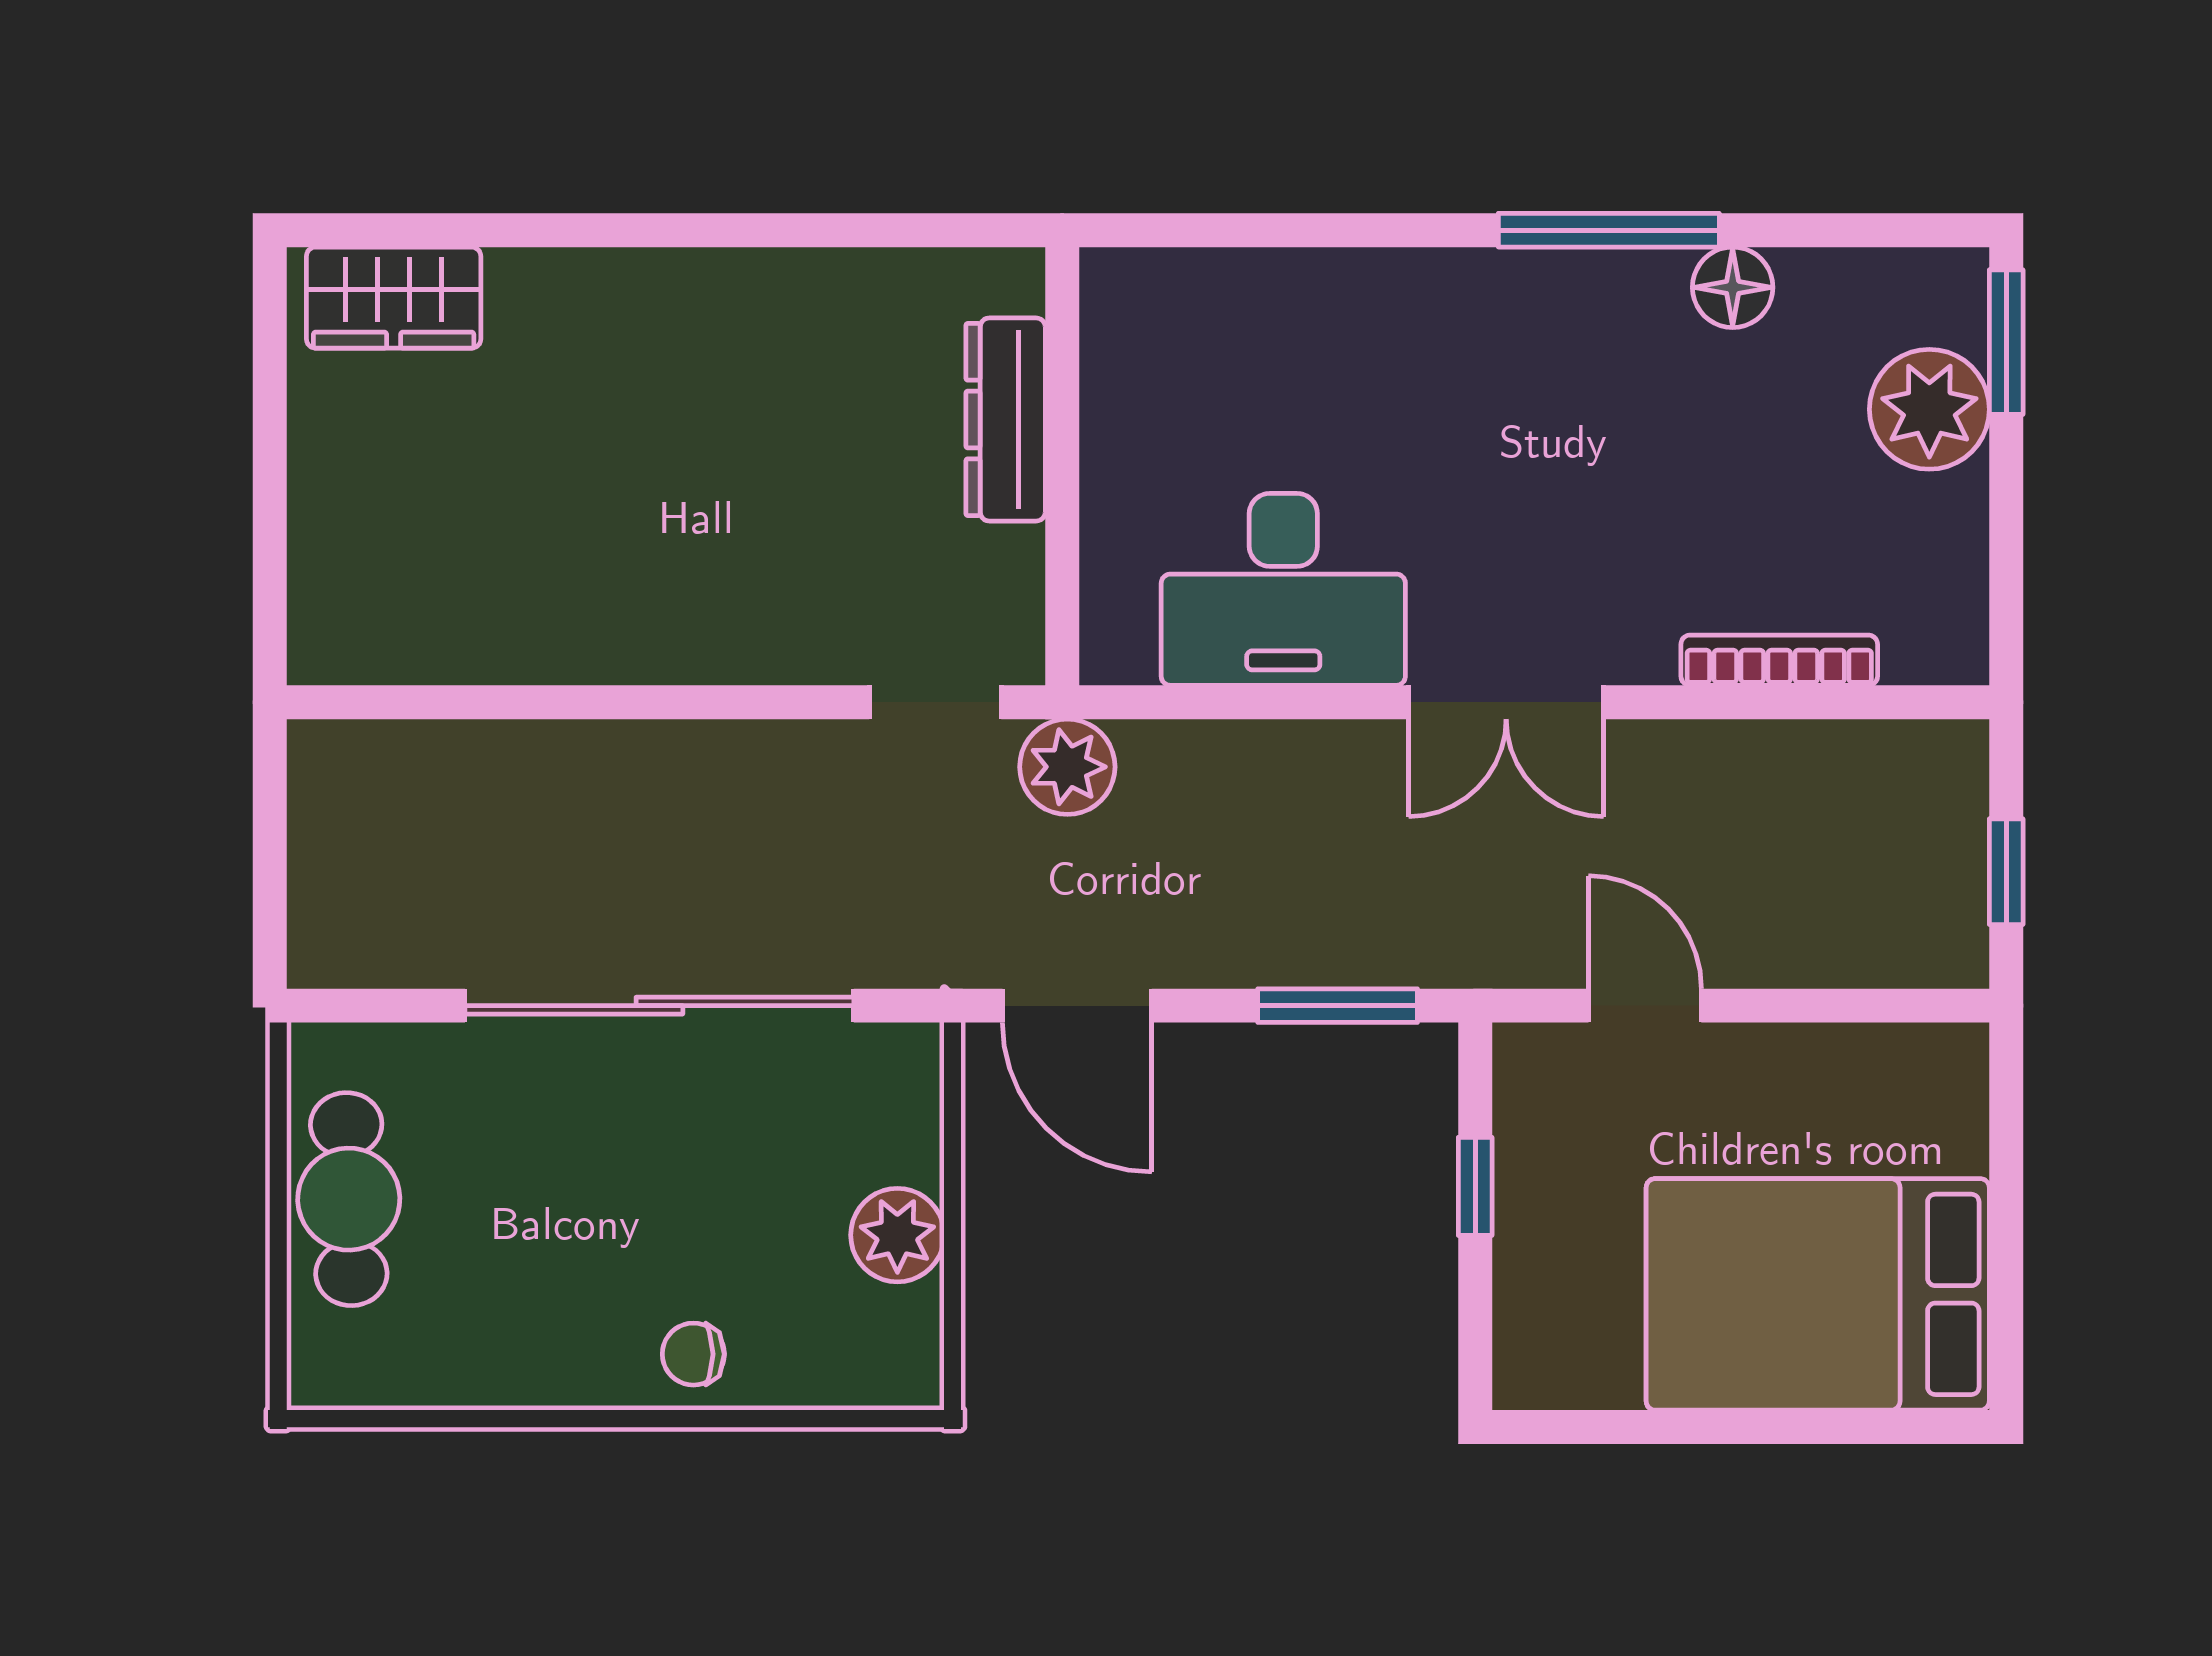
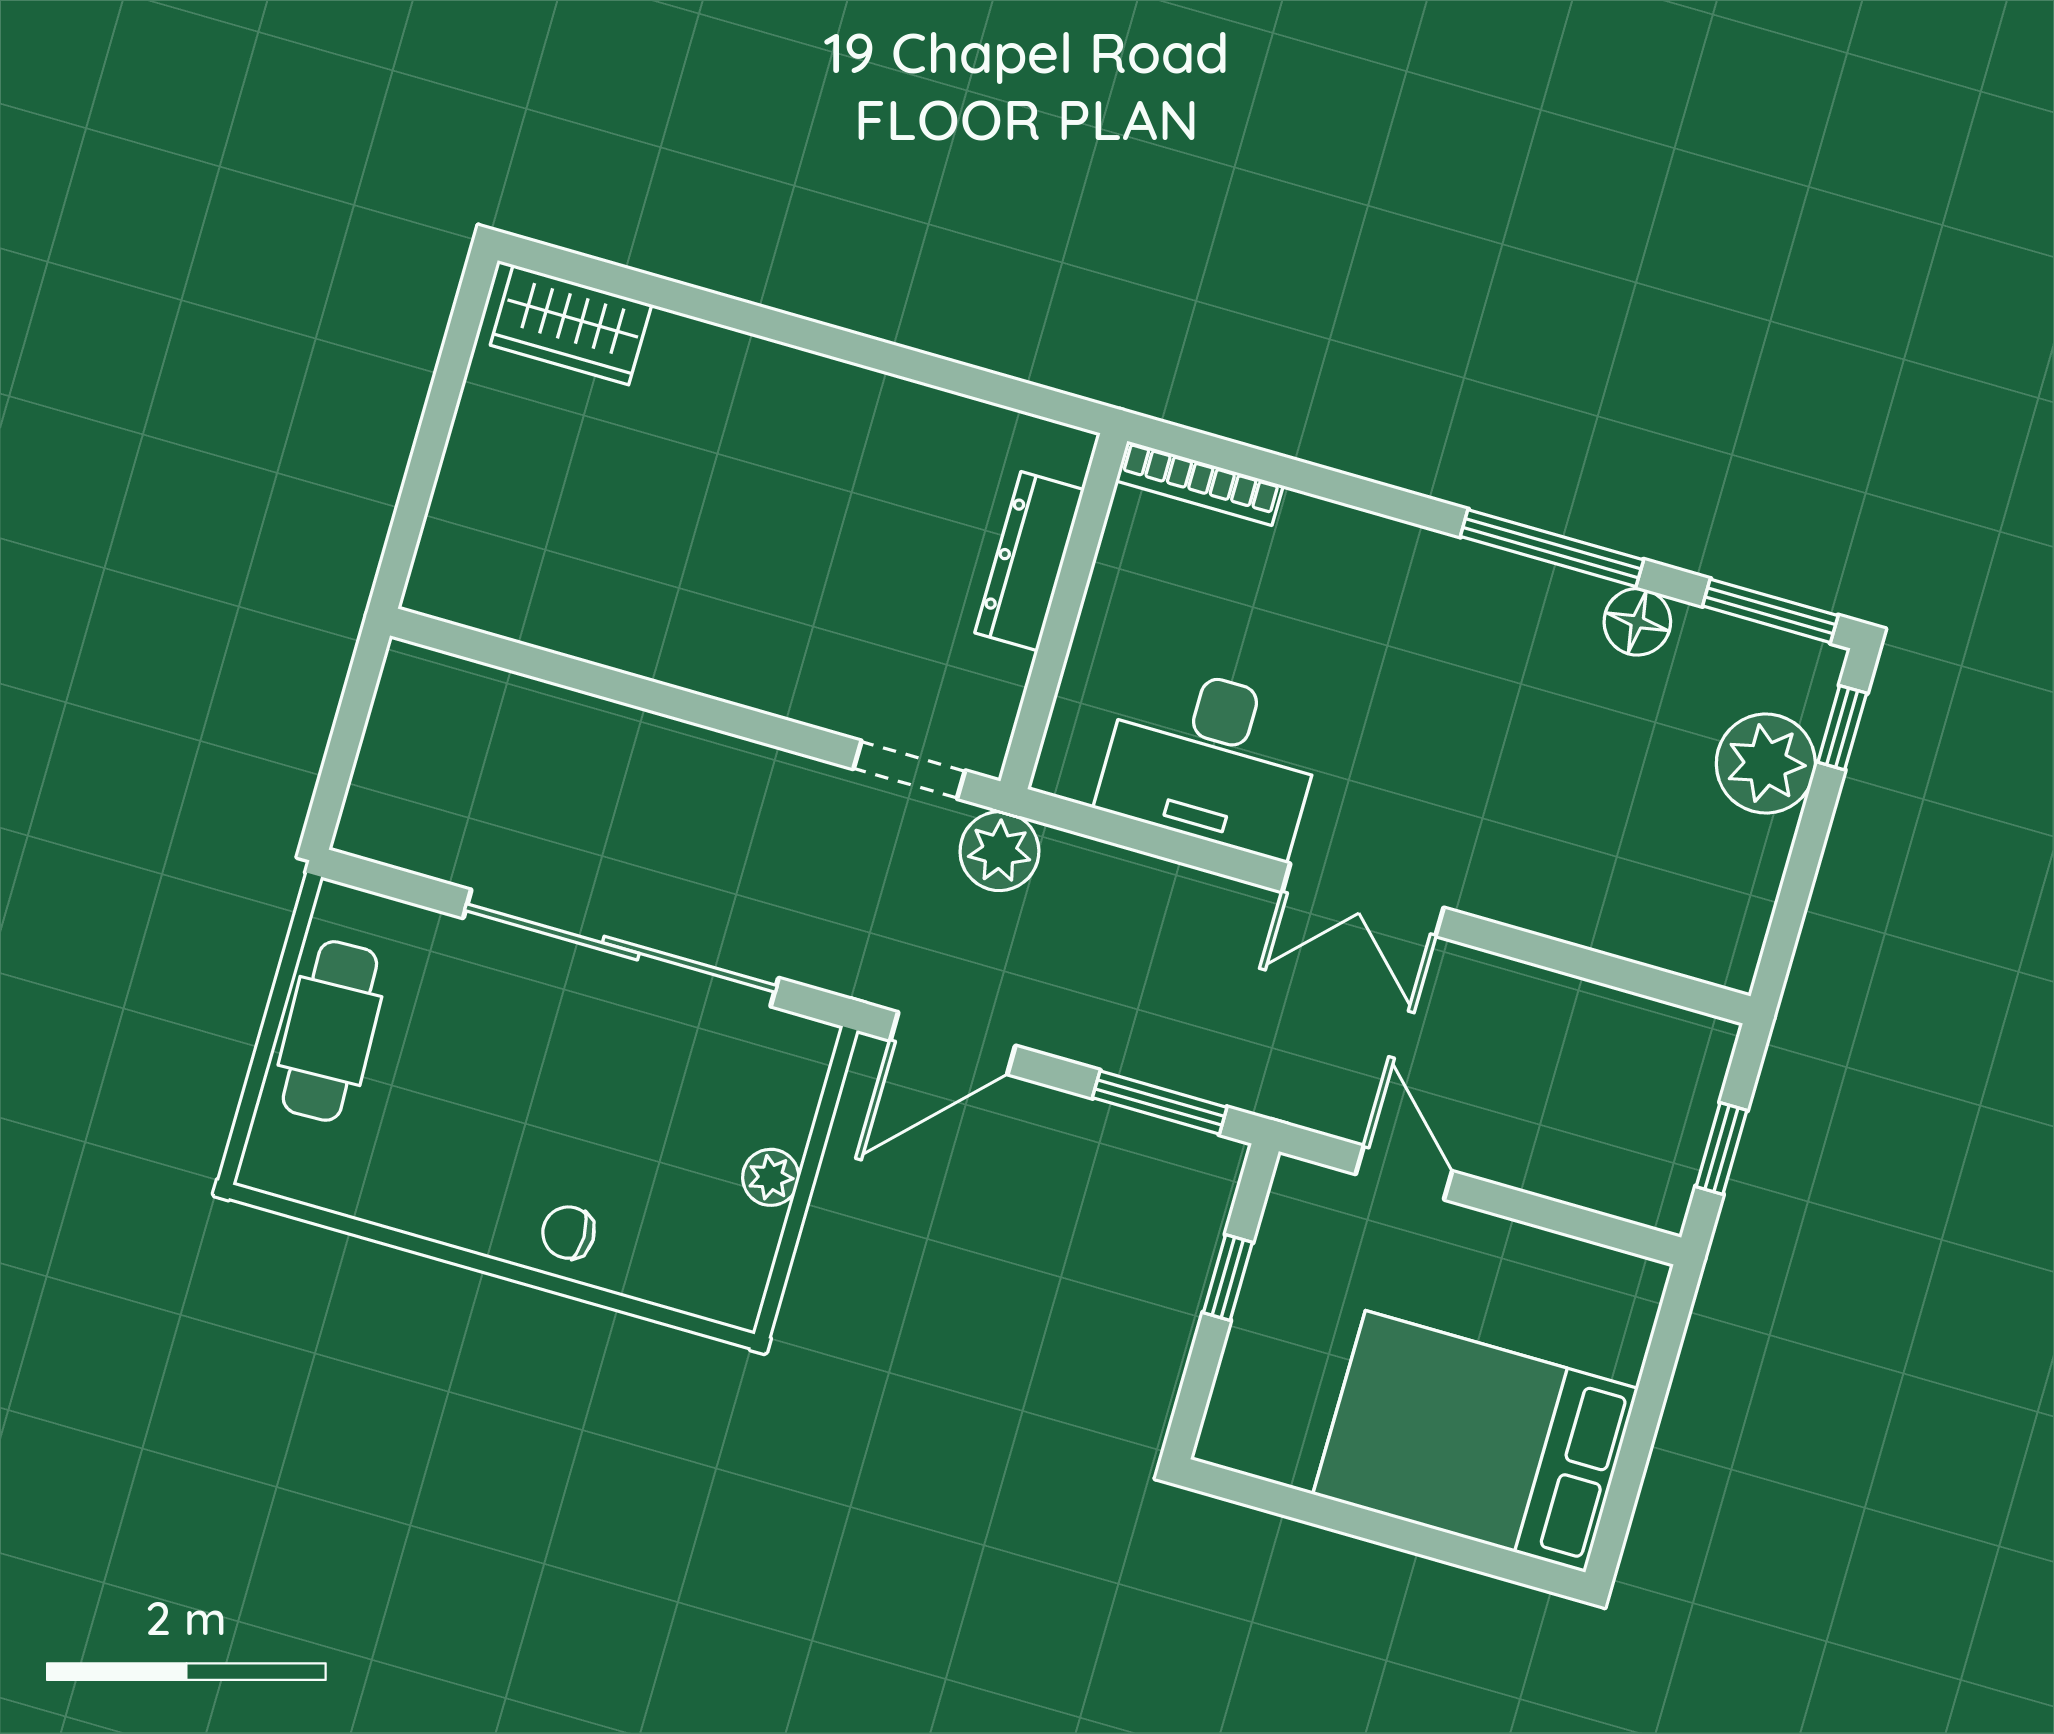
window: (1884, 230) -> (1770, 611), added
window: (2006, 342) -> (1842, 728), width x0.67
bookcase: (1779, 660) -> (1199, 483), moved, turned 180
door: (1077, 1006) -> (953, 1043), hinge flipped
plant: (897, 1235) -> (771, 1177), width x0.73, depth x0.73

